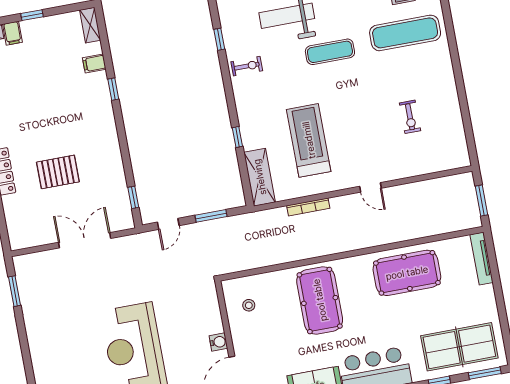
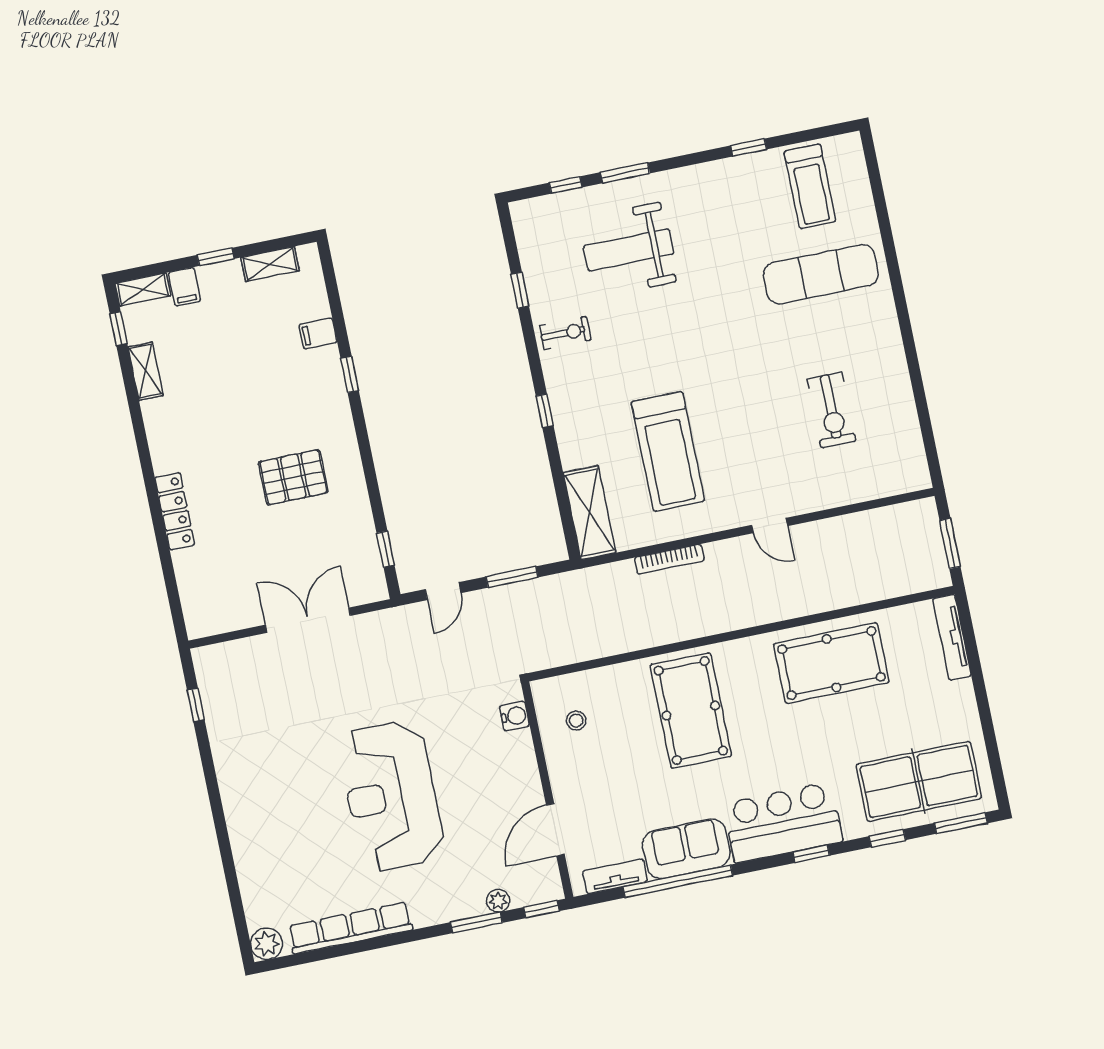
shelving: (90, 25) -> (270, 264), moved, turned 90
exercise mat: (330, 52) -> (700, 307), removed
exercise bike: (410, 117) -> (832, 410), width x1.38, depth x1.39
window: (237, 137) -> (545, 411), moved
treadmill: (309, 140) -> (668, 451), turned 180
pallet: (58, 172) -> (293, 477), moved
window: (14, 291) -> (196, 705), width x0.67
water cooler: (218, 342) -> (515, 716), moved

